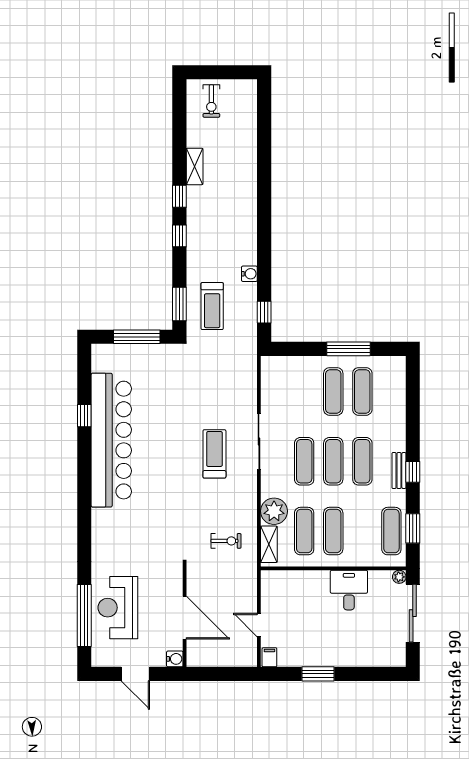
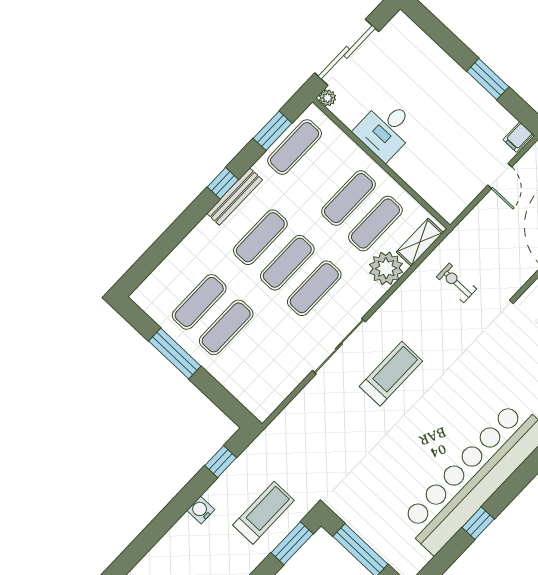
treadmill: (214, 454) -> (391, 374), turned 180
bench: (399, 471) -> (235, 197), width x1.36

